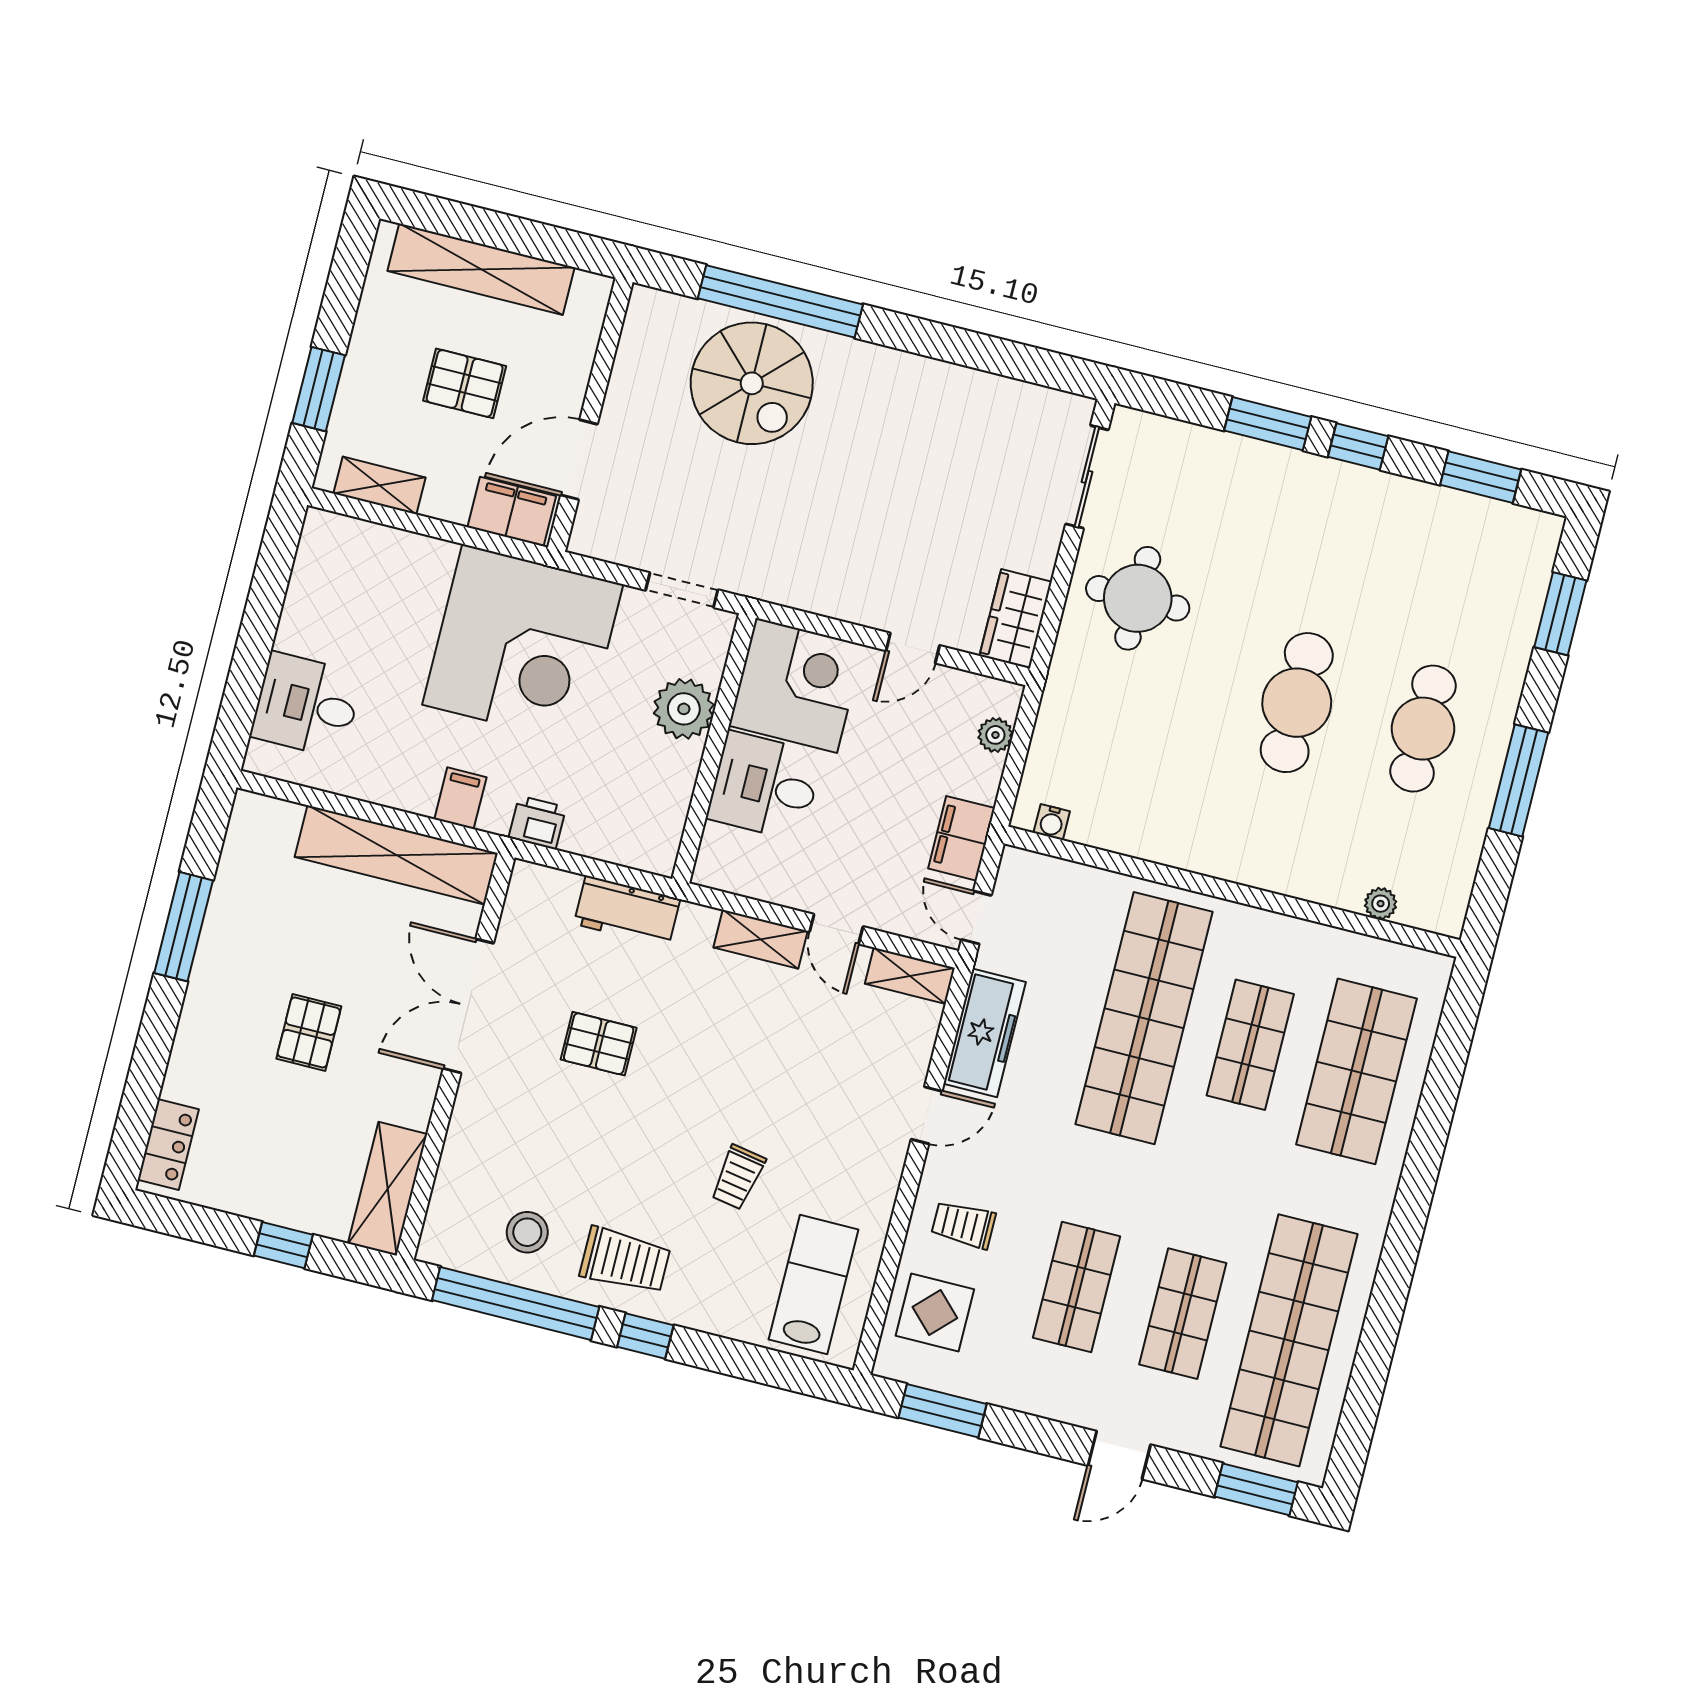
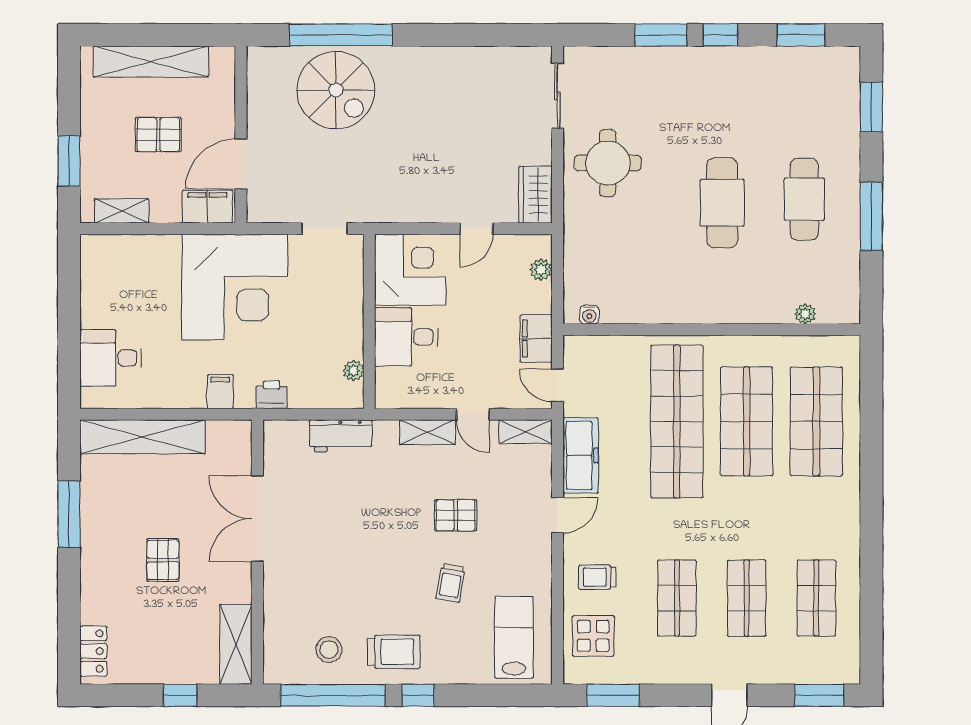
plant: (684, 709) -> (353, 371), moved, width x0.53, depth x0.53
shelving: (396, 855) -> (142, 437), moved
pallet: (599, 1044) -> (456, 515), moved
shop shelf: (1250, 1045) -> (747, 421), width x1.43, depth x1.36
shop shelf: (1289, 1340) -> (816, 598), width x0.50, depth x0.74

